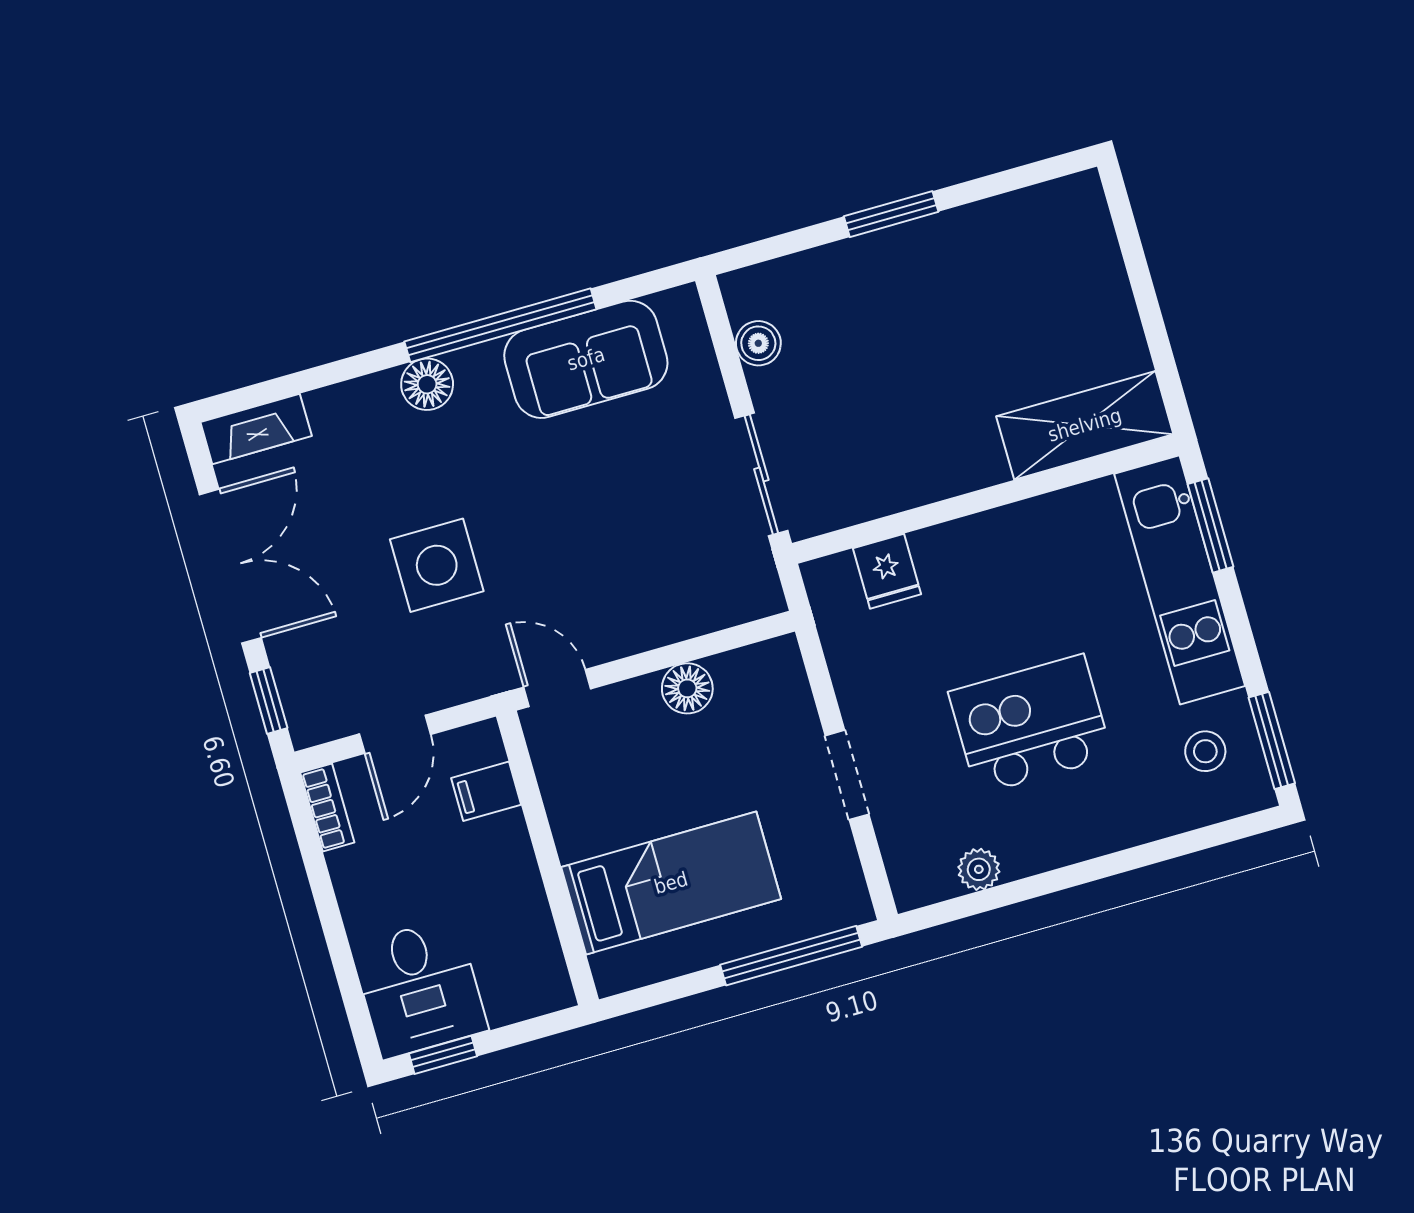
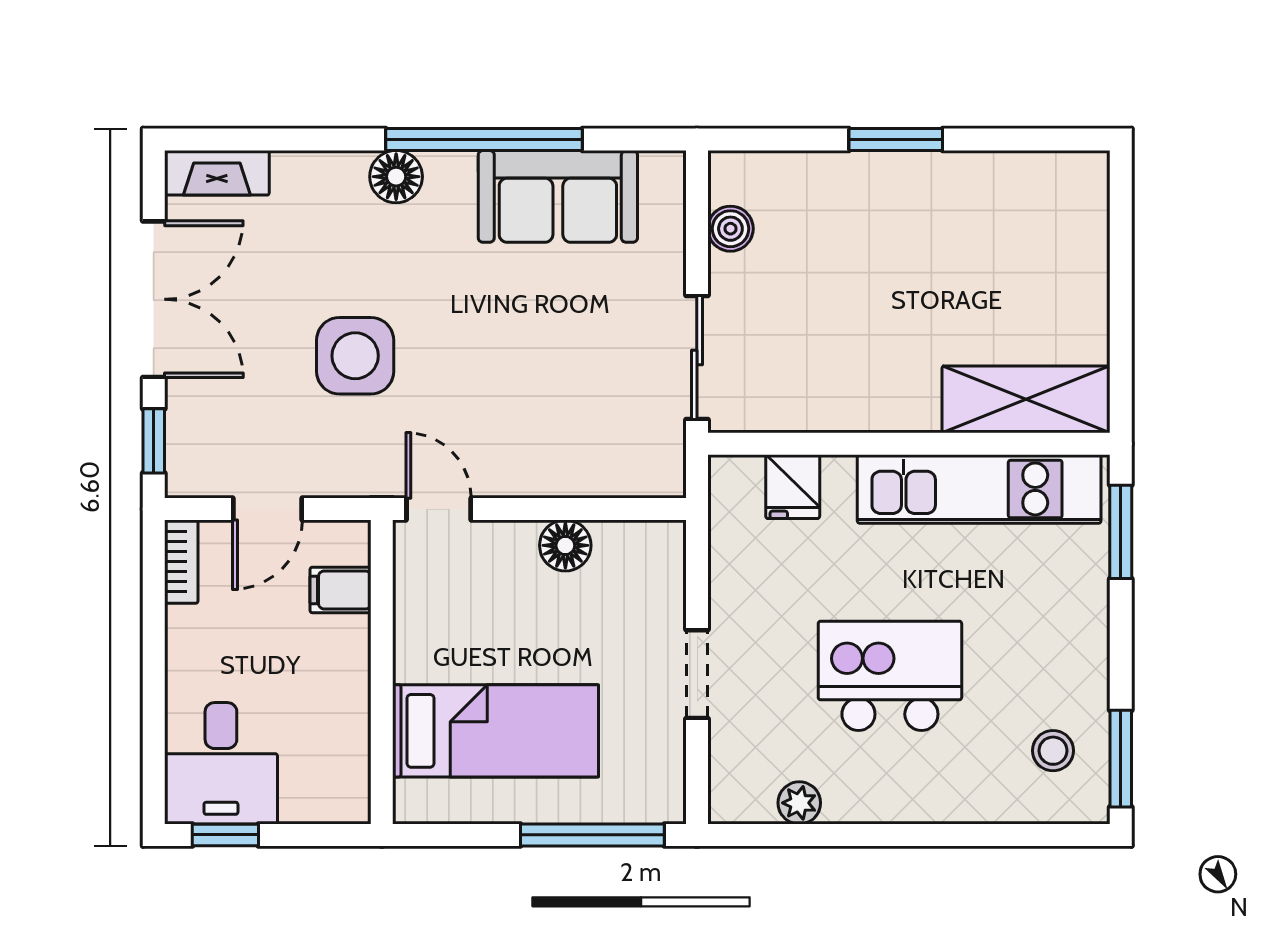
kitchen unit: (1180, 580) -> (979, 489), moved, turned -90

